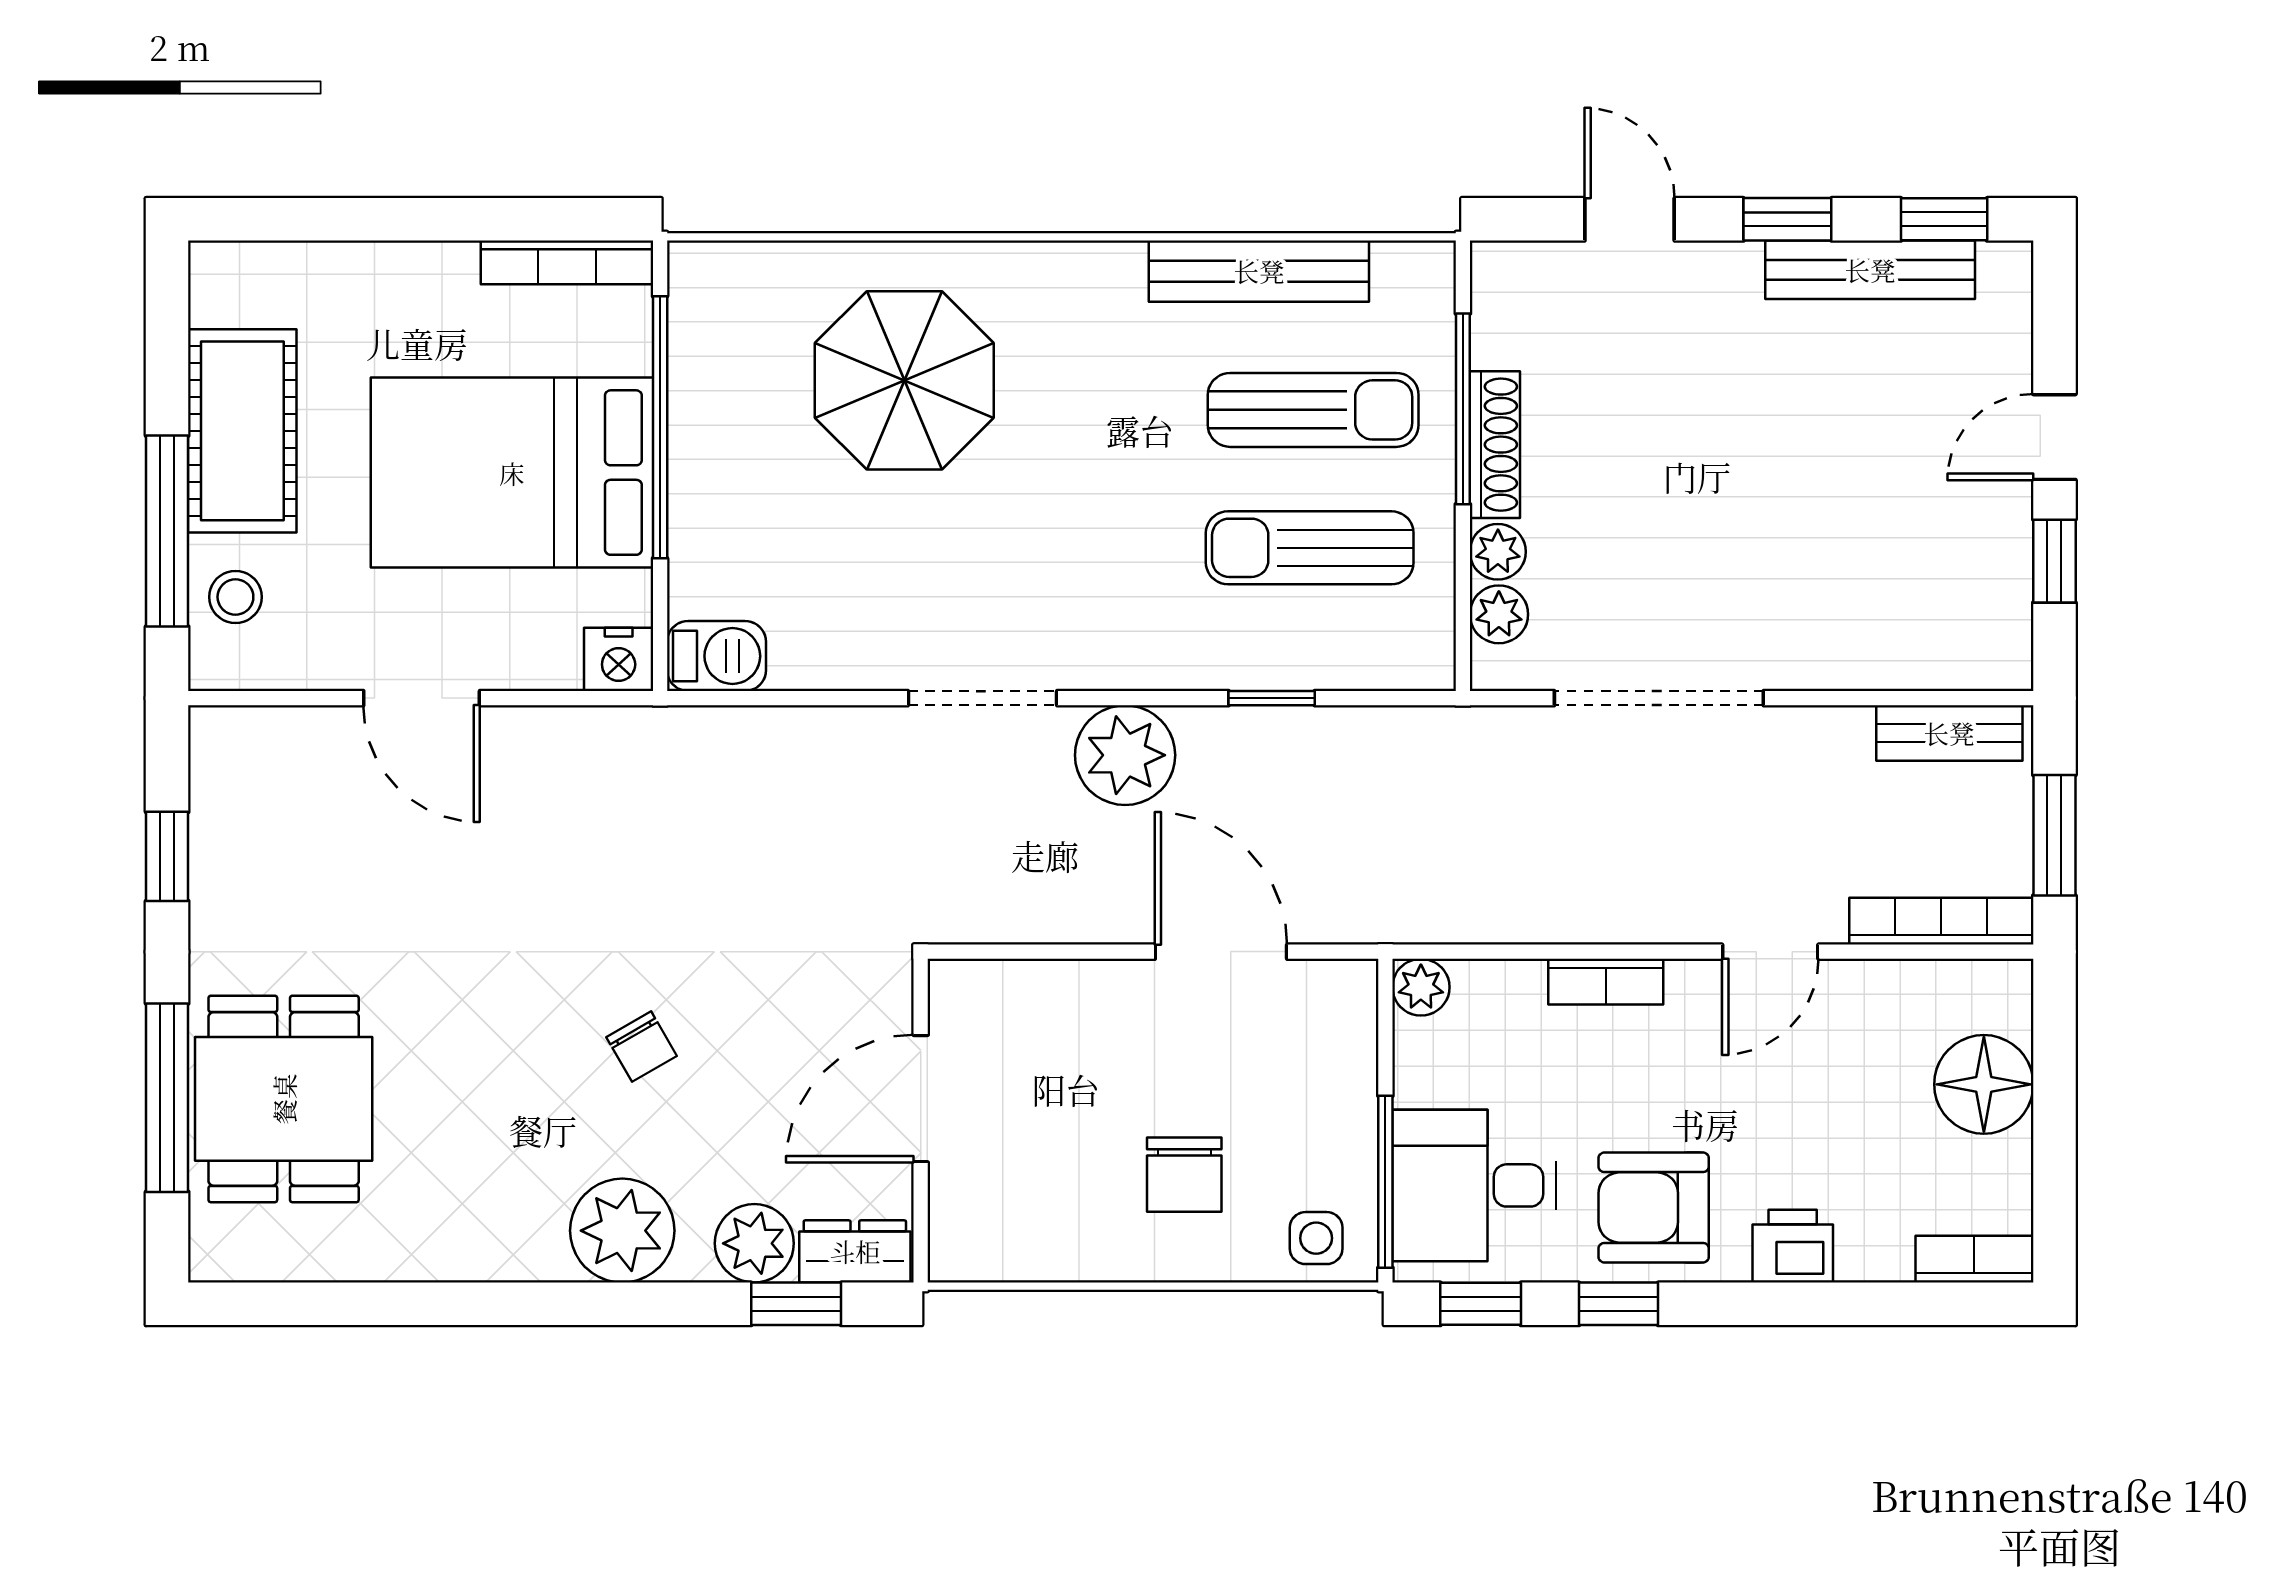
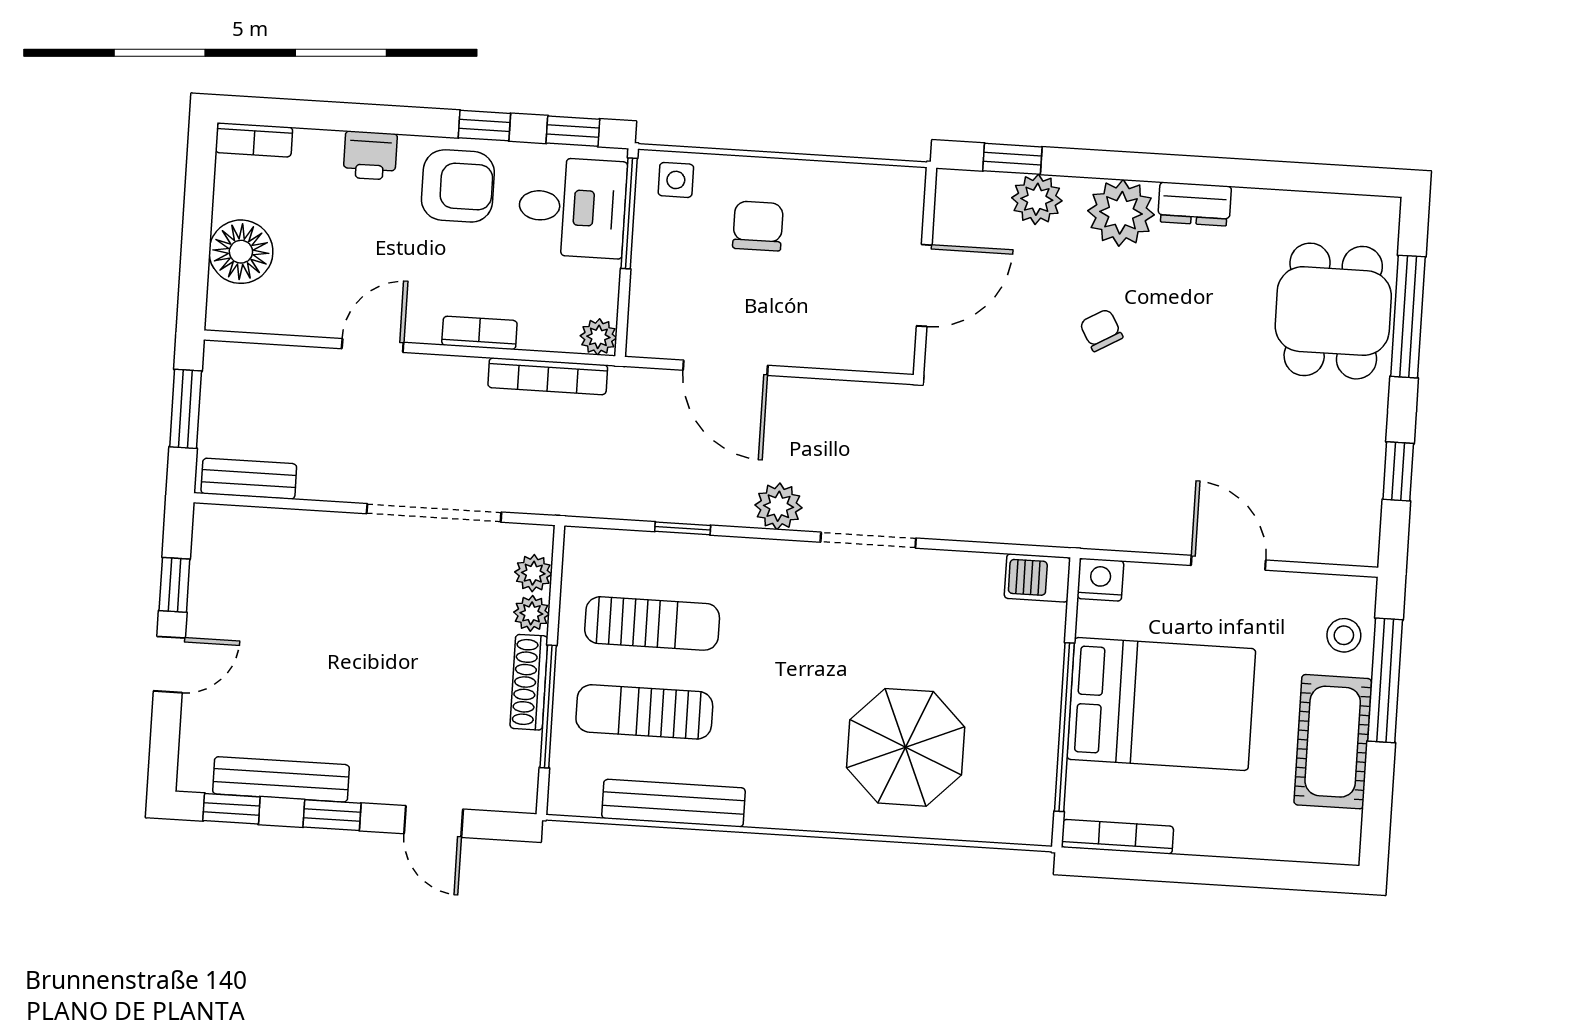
plant: (1125, 755) -> (778, 506), width x0.73, depth x0.73
bookcase: (1941, 921) -> (548, 376), moved
dresser: (855, 1251) -> (1195, 204), moved

